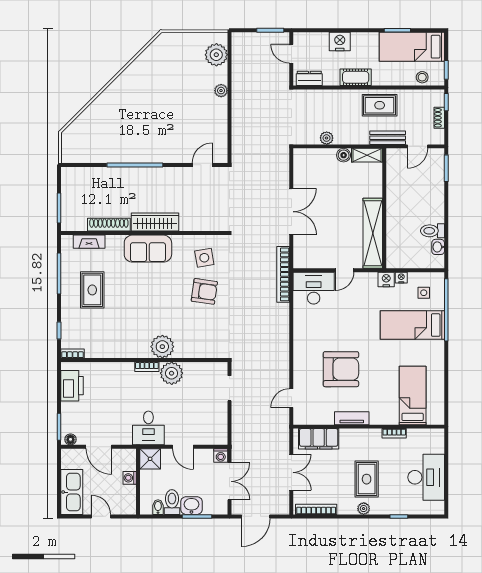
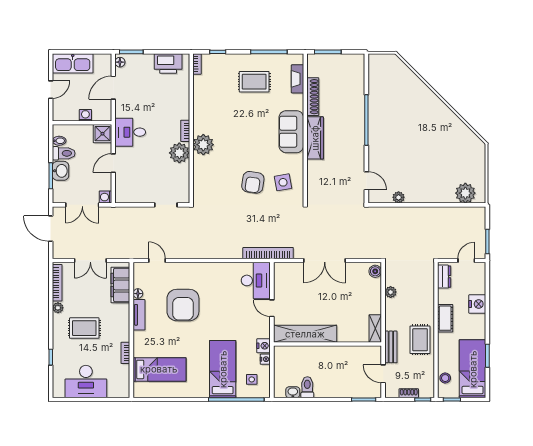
plant: (221, 91) -> (399, 197), moved
boiler: (344, 155) -> (375, 271), moved
floor lamp: (328, 419) -> (138, 294), added
plant: (364, 509) -> (58, 308), moved

